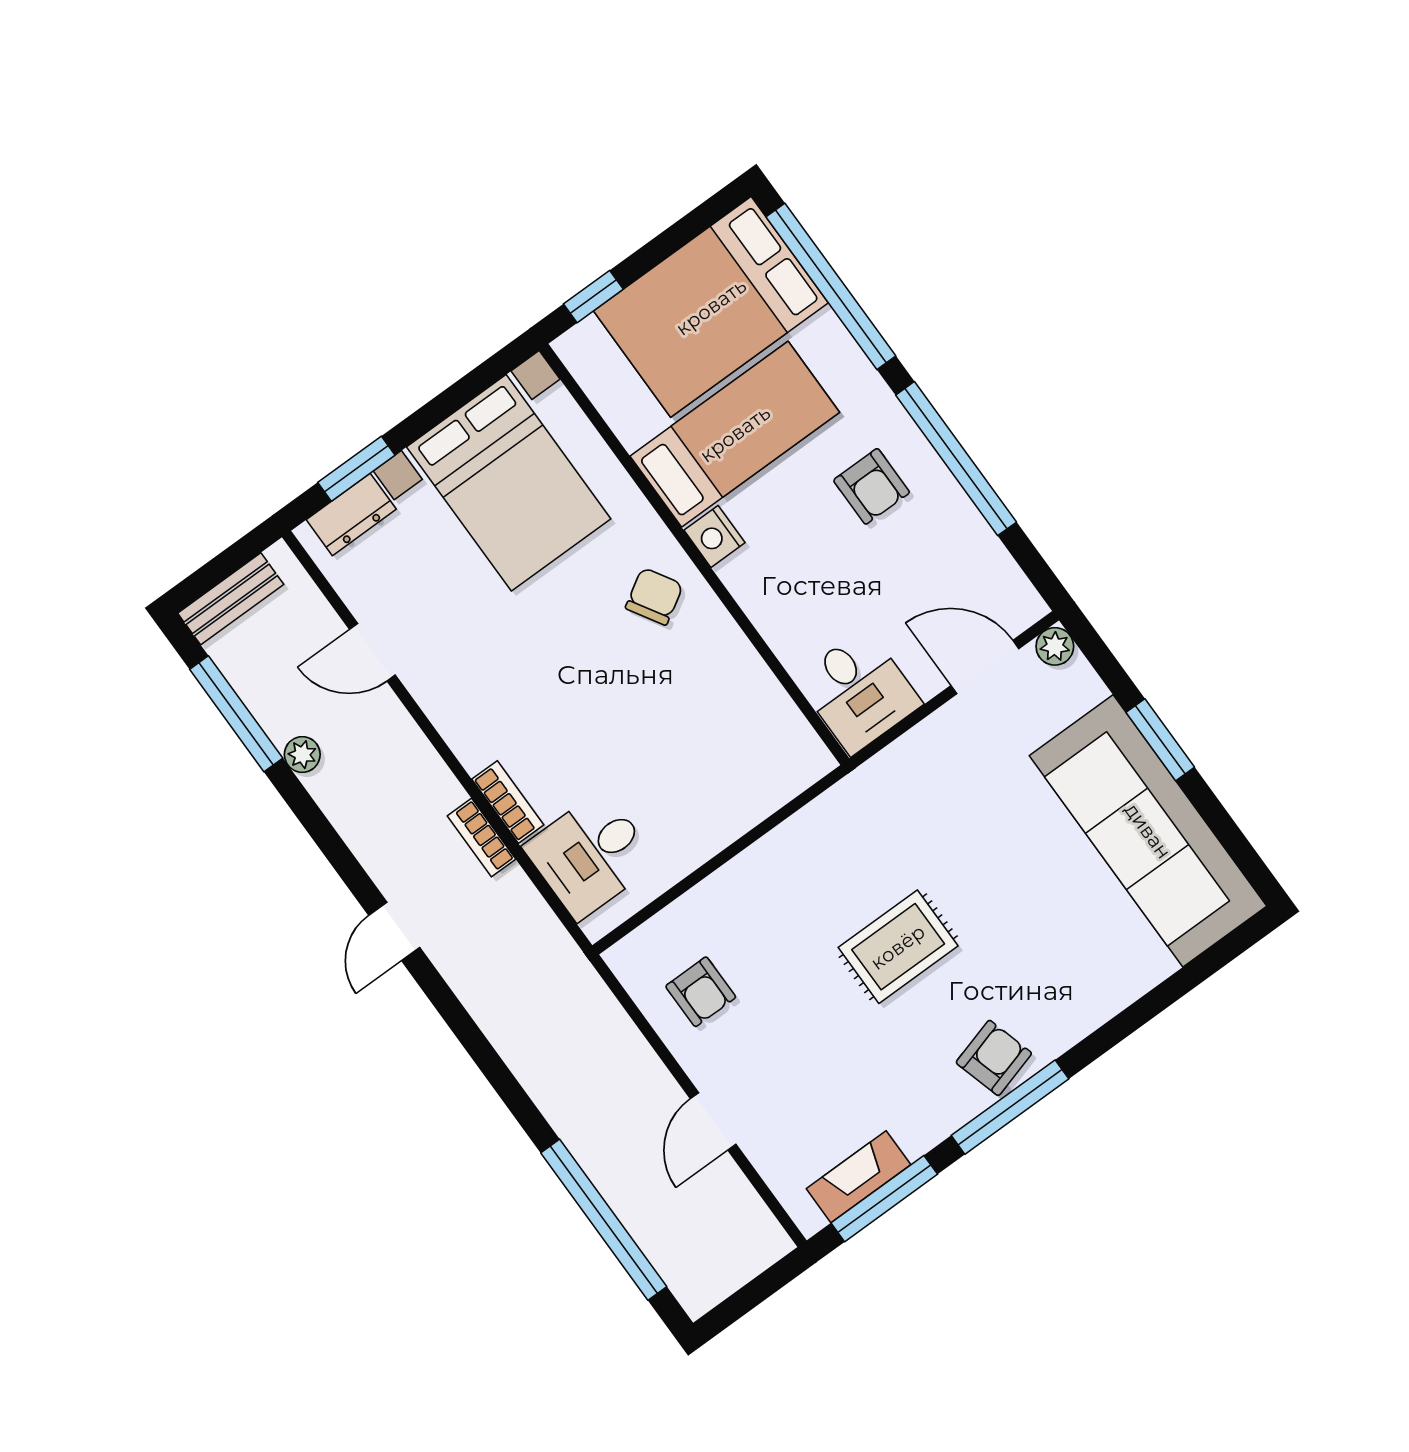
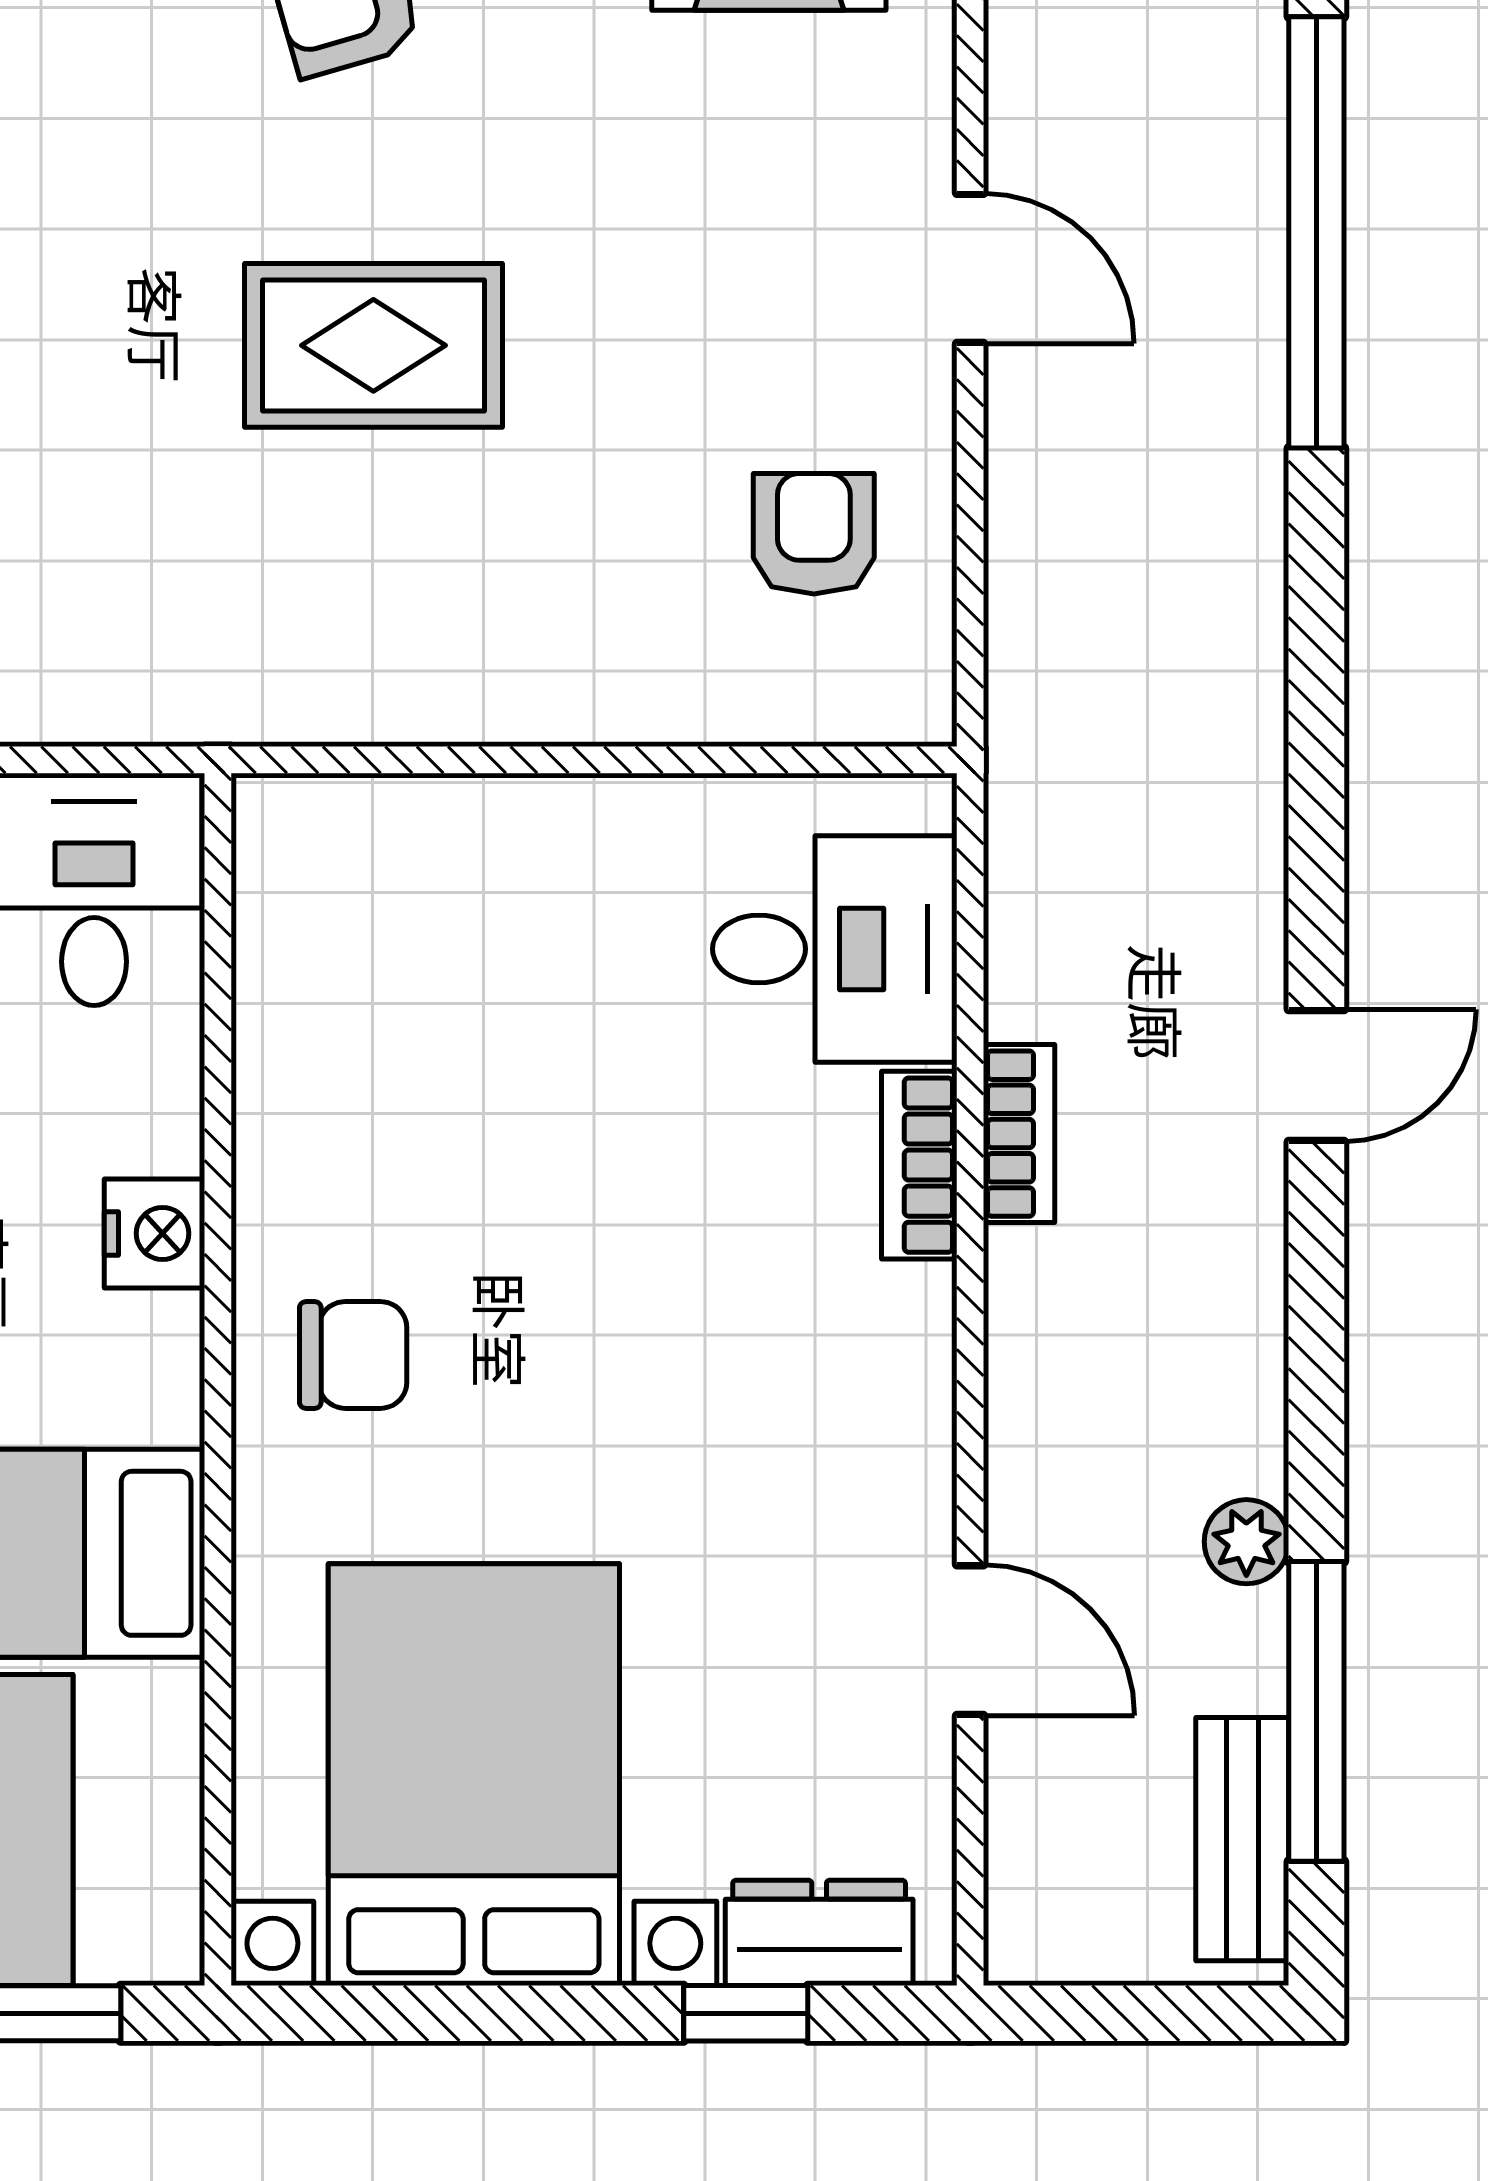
window: (356, 469) -> (746, 2013), width x0.67
nightstand: (715, 536) -> (154, 1233), moved
chair: (654, 596) -> (353, 1355), turned -149
bench: (231, 599) -> (1242, 1839), moved, turned 90
door: (713, 1121) -> (970, 268), hinge flipped

